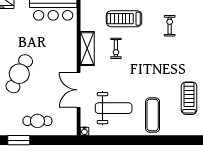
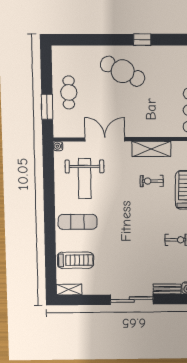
treadmill: (189, 98) -> (75, 260), moved
window: (19, 140) -> (47, 107), moved

